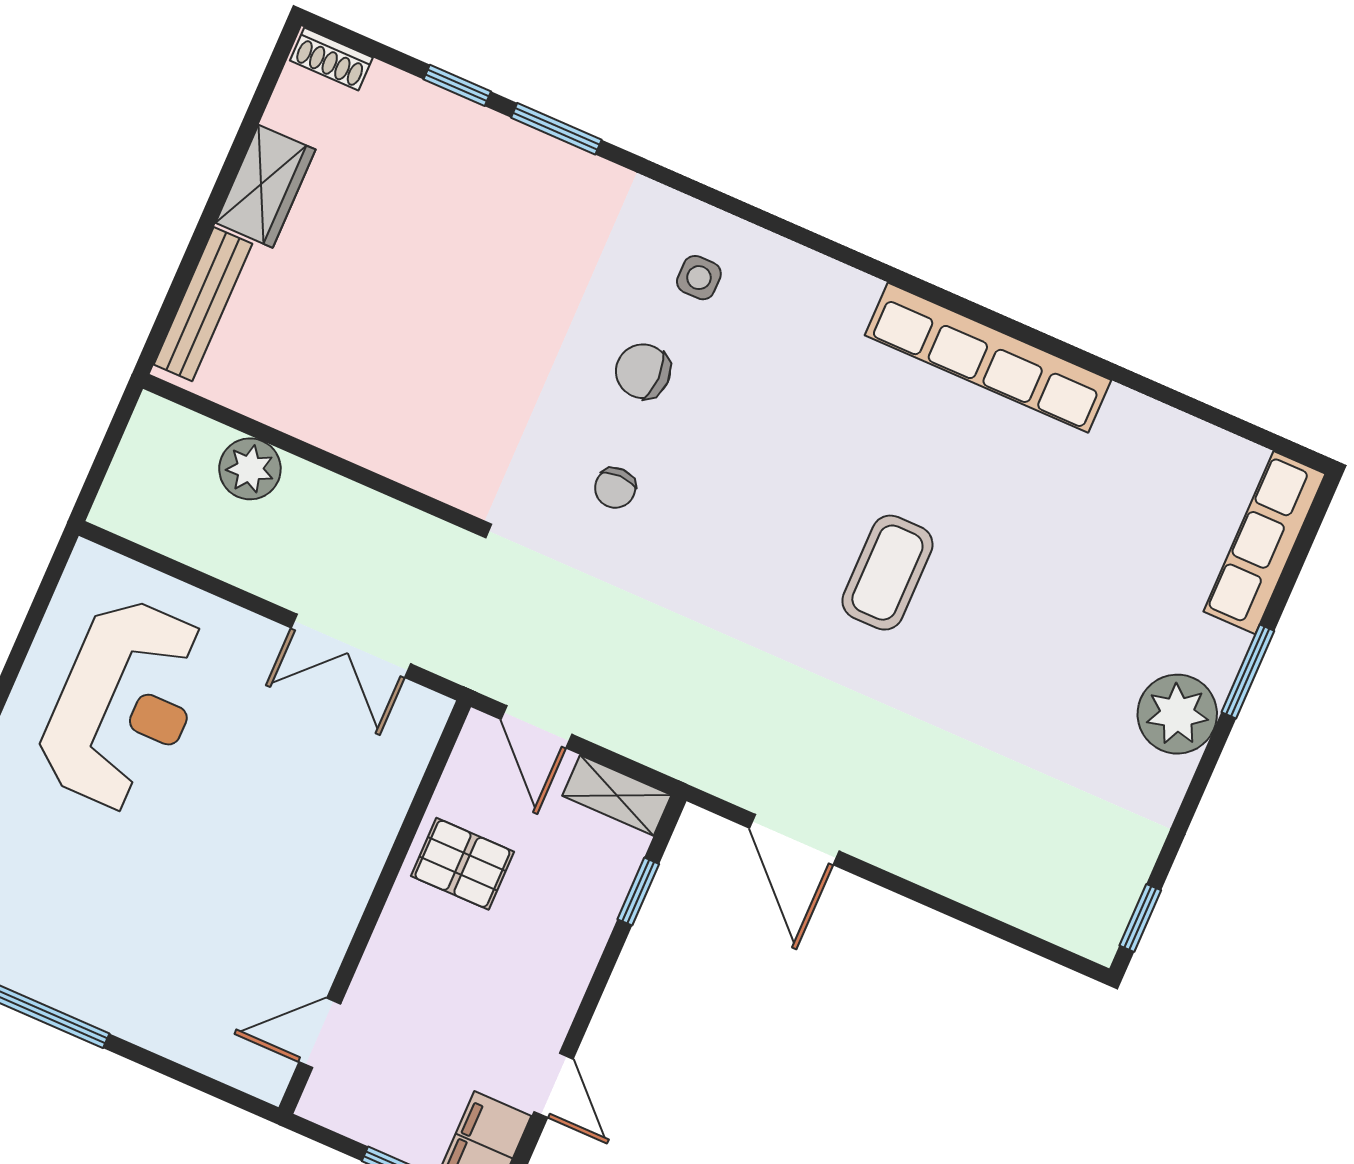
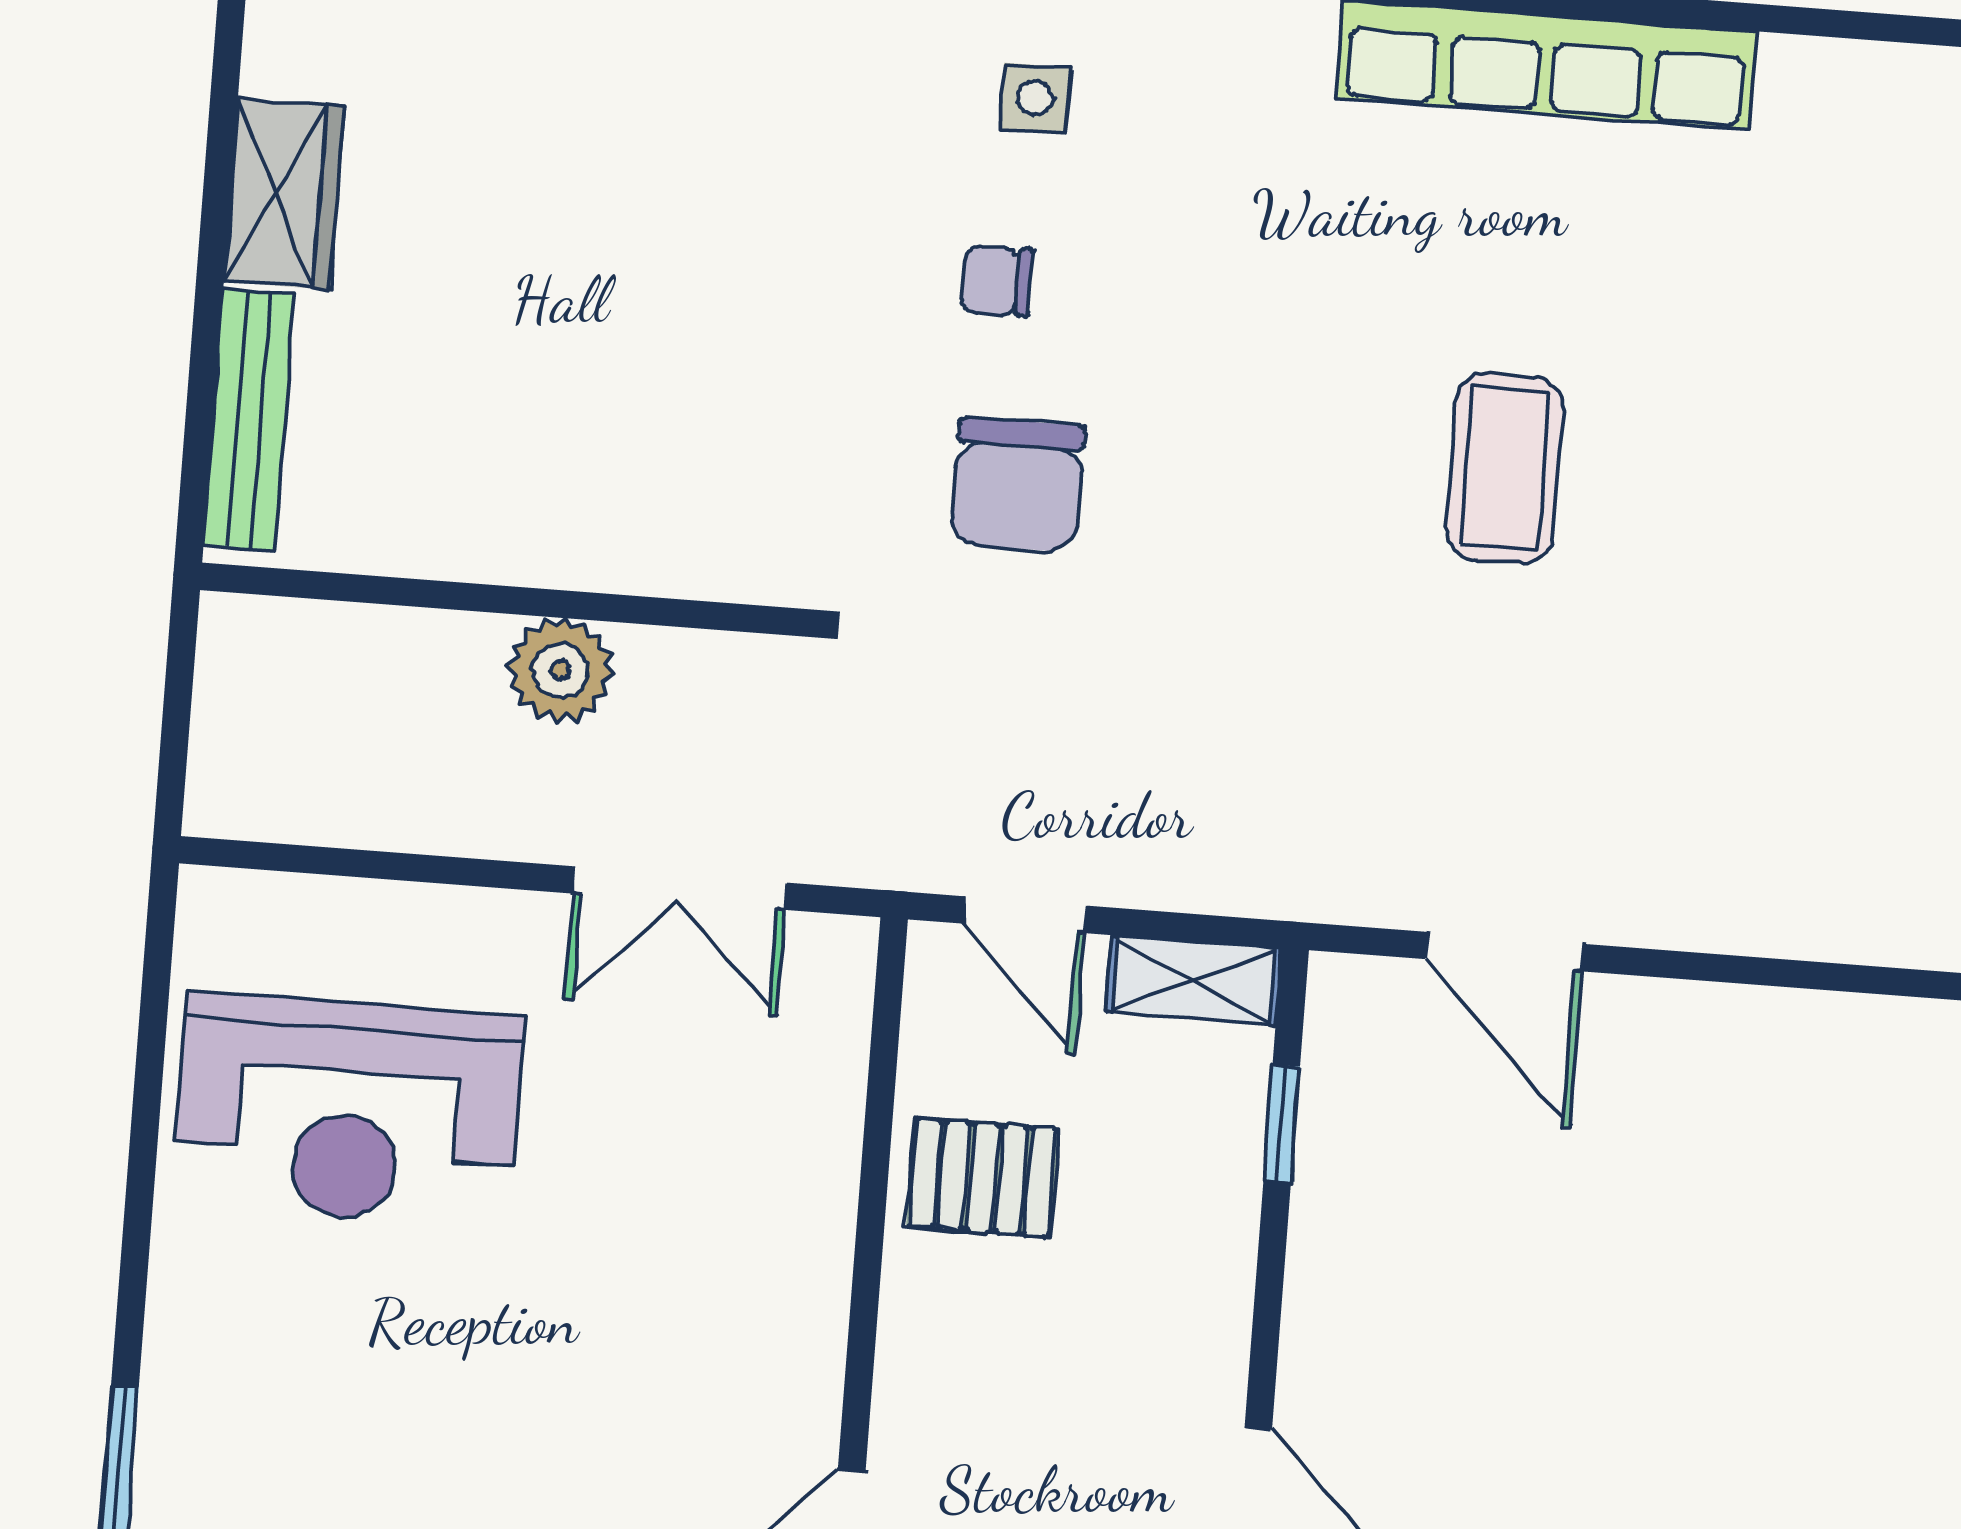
chair: (643, 371) -> (997, 281), width x0.73, depth x0.73
plant: (250, 469) -> (561, 670), moved
chair: (615, 488) -> (1018, 485), width x1.87, depth x1.87
reception desk: (125, 705) -> (348, 1111), turned 90

